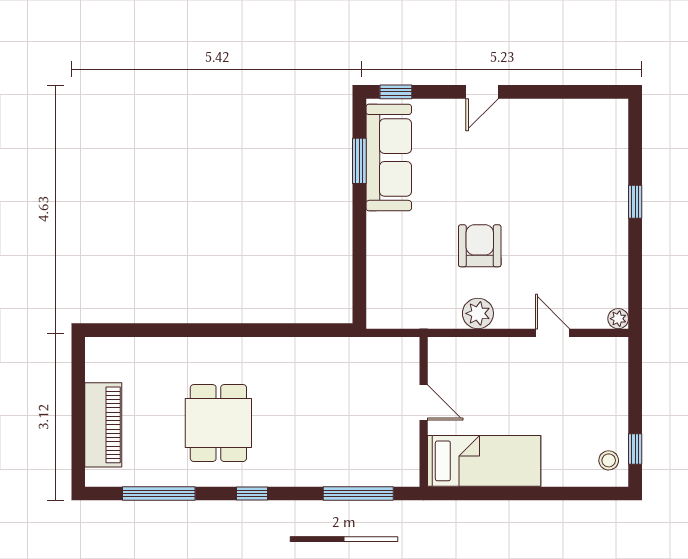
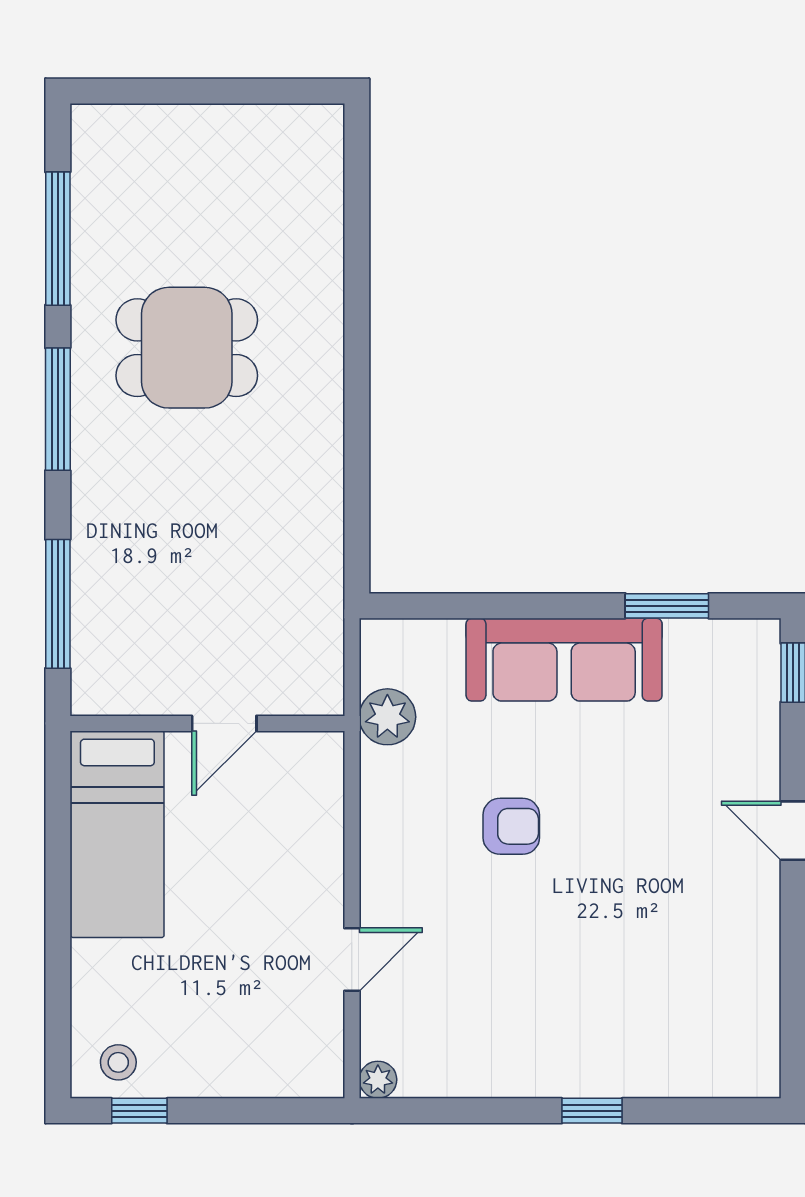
sofa: (389, 157) -> (564, 660), moved
armchair: (480, 246) -> (511, 826), width x0.72, depth x0.72
plant: (478, 313) -> (387, 717), moved
piano: (103, 425) -> (183, 137), removed
window: (252, 493) -> (58, 409), width x2.17

